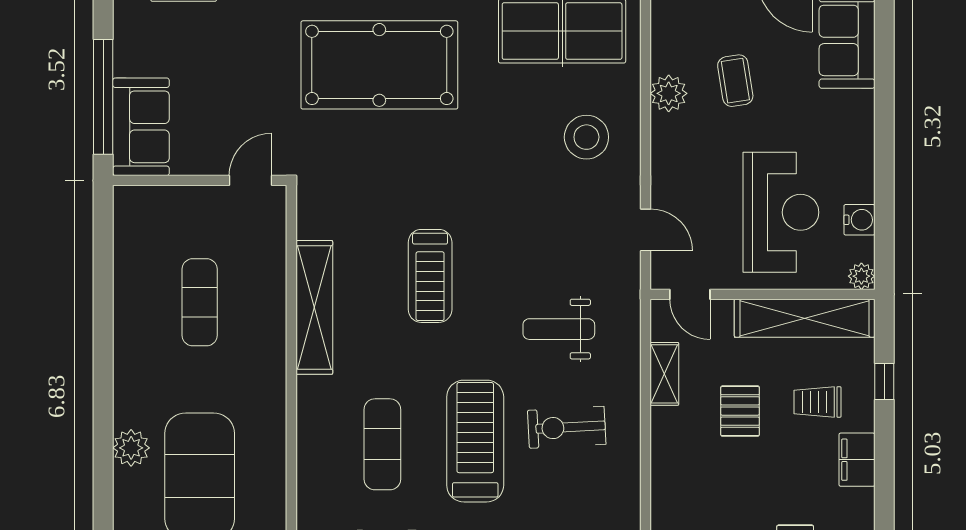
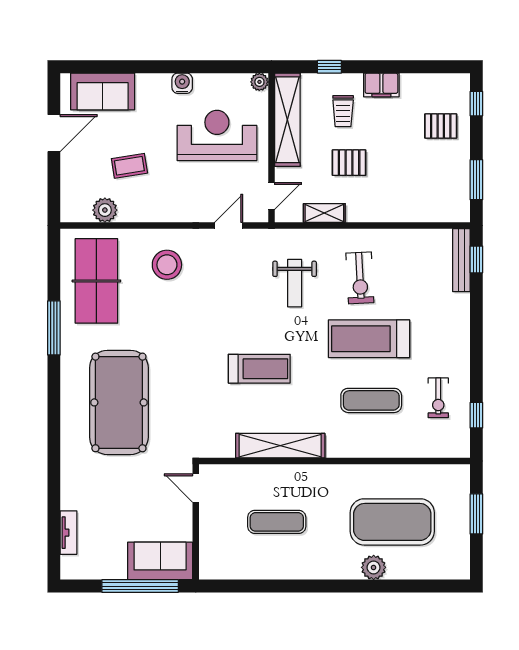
plant: (669, 93) -> (105, 210), moved
water cooler: (859, 220) -> (182, 83), moved

